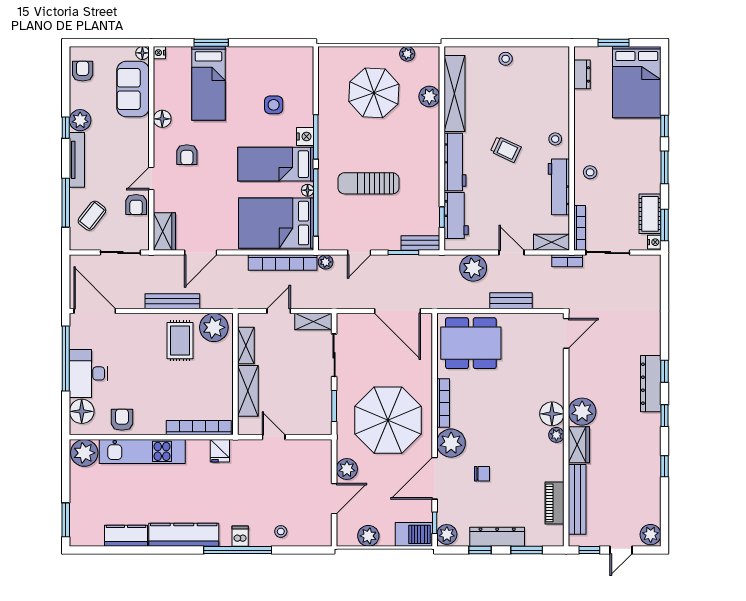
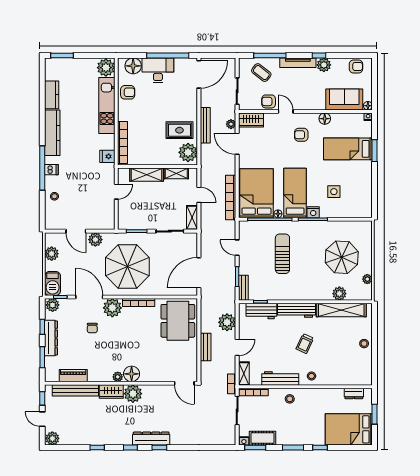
plant: (326, 262) -> (231, 124), moved

